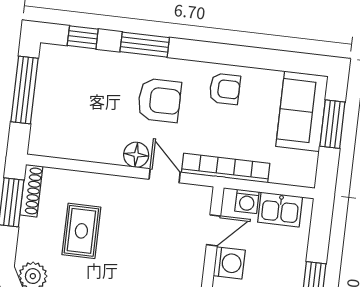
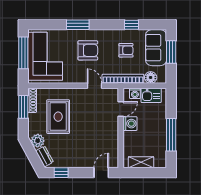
window: (83, 37) -> (131, 25), moved
armchair: (225, 89) -> (126, 50), moved
corner sofa: (69, 102) -> (45, 56), added
floor lamp: (136, 155) -> (151, 77), moved
rug: (81, 231) -> (58, 117), width x1.36, depth x1.43

